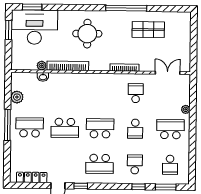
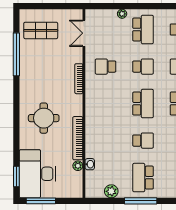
window: (126, 8) -> (16, 54), moved
window: (9, 30) -> (41, 201), width x1.44
shop shelf: (148, 30) -> (41, 30), moved, turned 90
school desk: (65, 128) -> (143, 141), width x0.54
school desk: (100, 128) -> (143, 104), turned 180
school desk: (170, 129) -> (143, 30), turned 180

